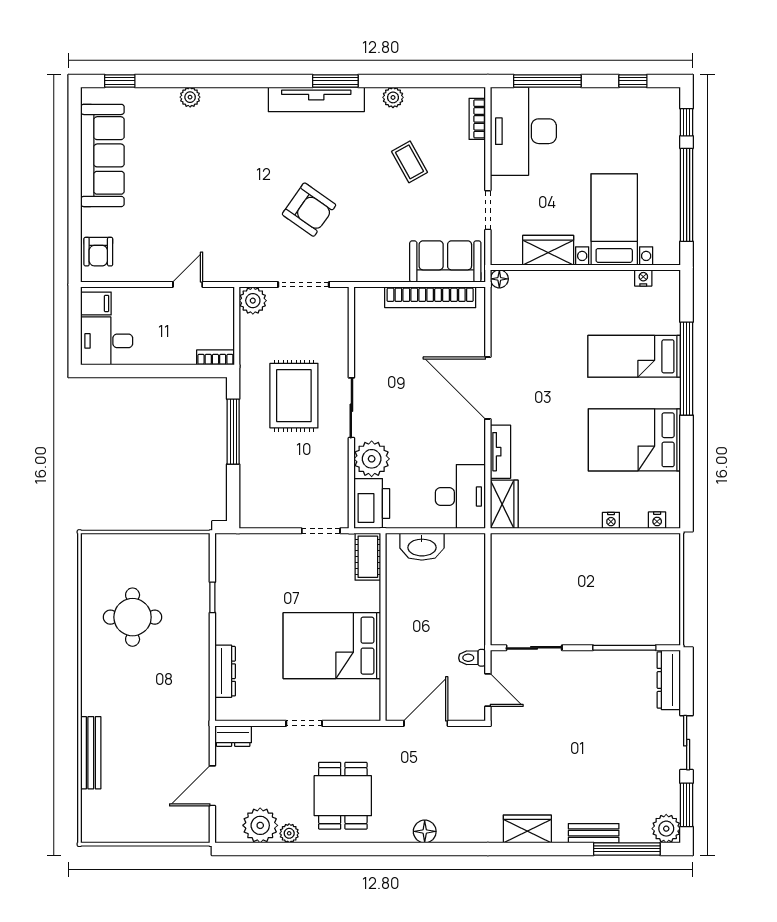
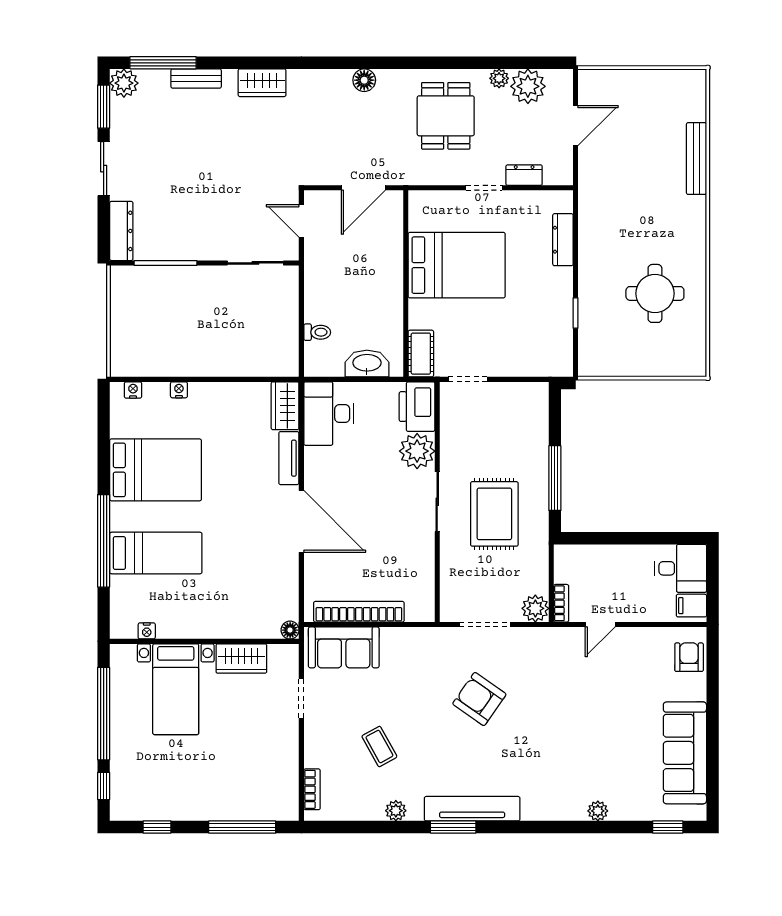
desk: (523, 131) -> (266, 777), removed
bookcase: (215, 357) -> (561, 603), moved, turned -90
toilet: (472, 658) -> (317, 332), moved
dresser: (233, 736) -> (524, 175), moved

